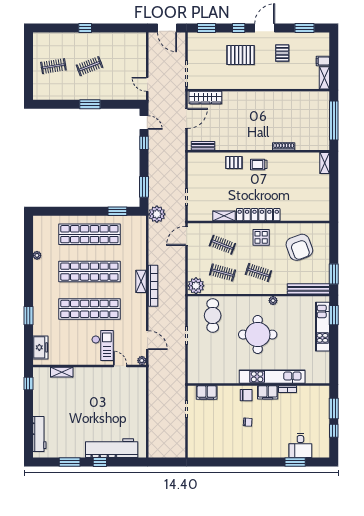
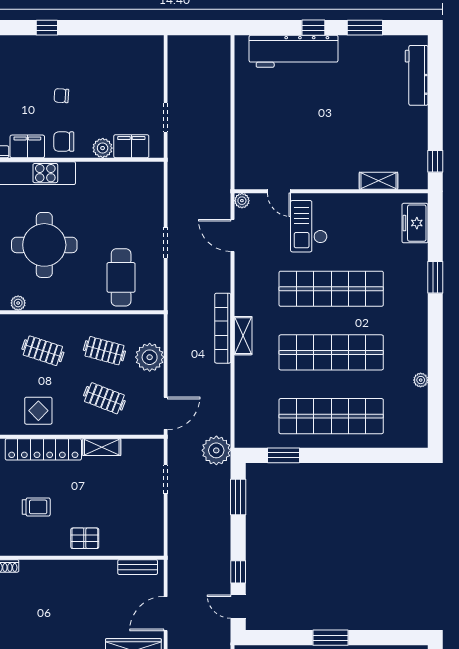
trolley: (259, 164) -> (36, 507), moved
plant: (196, 286) -> (150, 357), moved
plant: (223, 391) -> (103, 148), added
window: (256, 462) -> (47, 28), added

